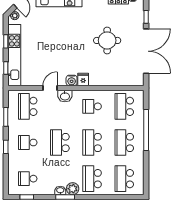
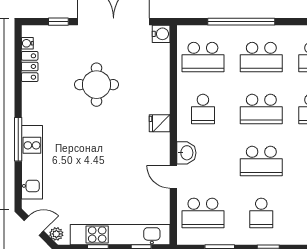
water cooler: (72, 80) -> (161, 34), moved

